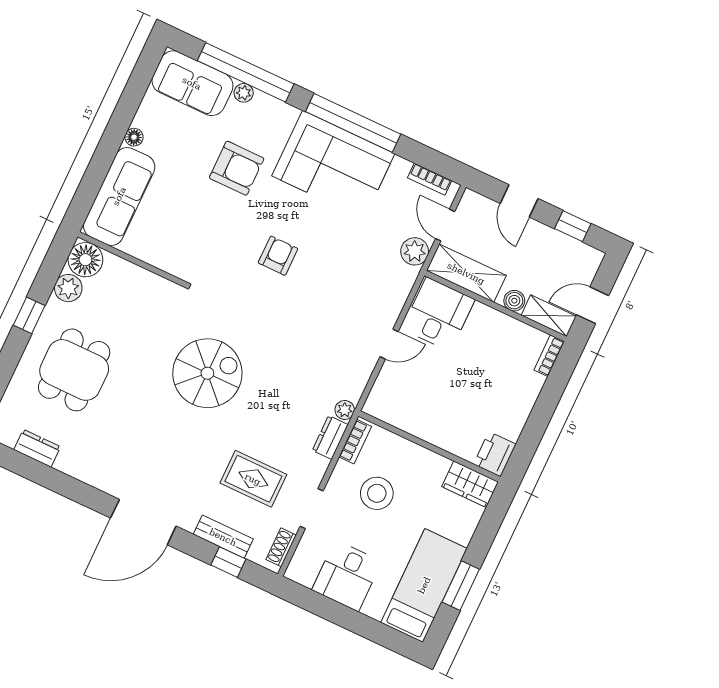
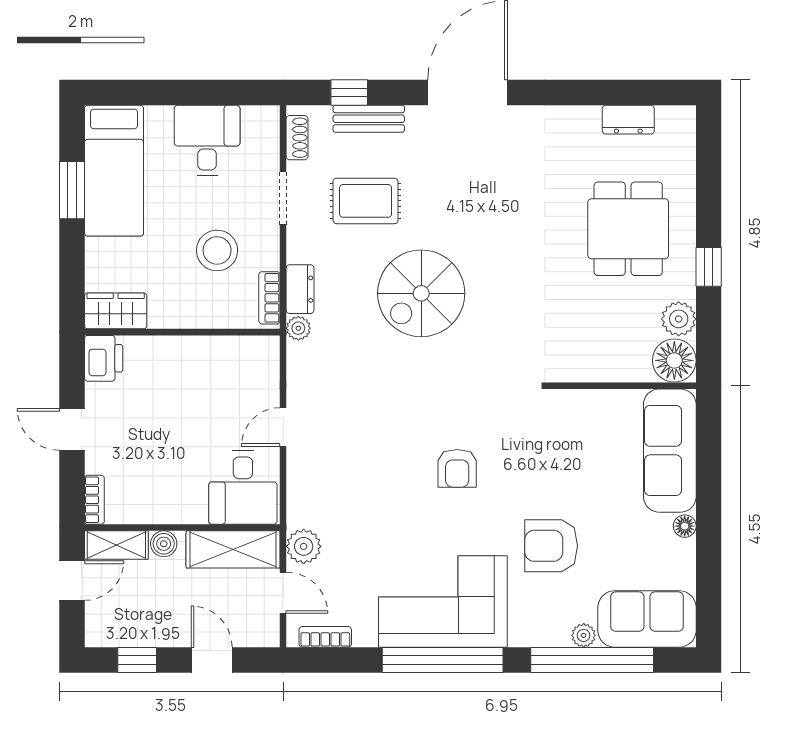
spiral stairs: (207, 373) -> (421, 293), moved
door: (542, 414) -> (72, 429), added

